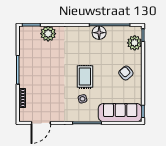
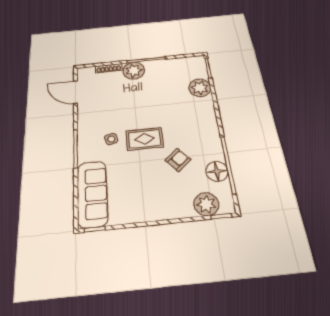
floor lamp: (99, 33) -> (217, 171), moved
armchair: (126, 73) -> (178, 160), moved
plant: (27, 80) -> (134, 71), added

